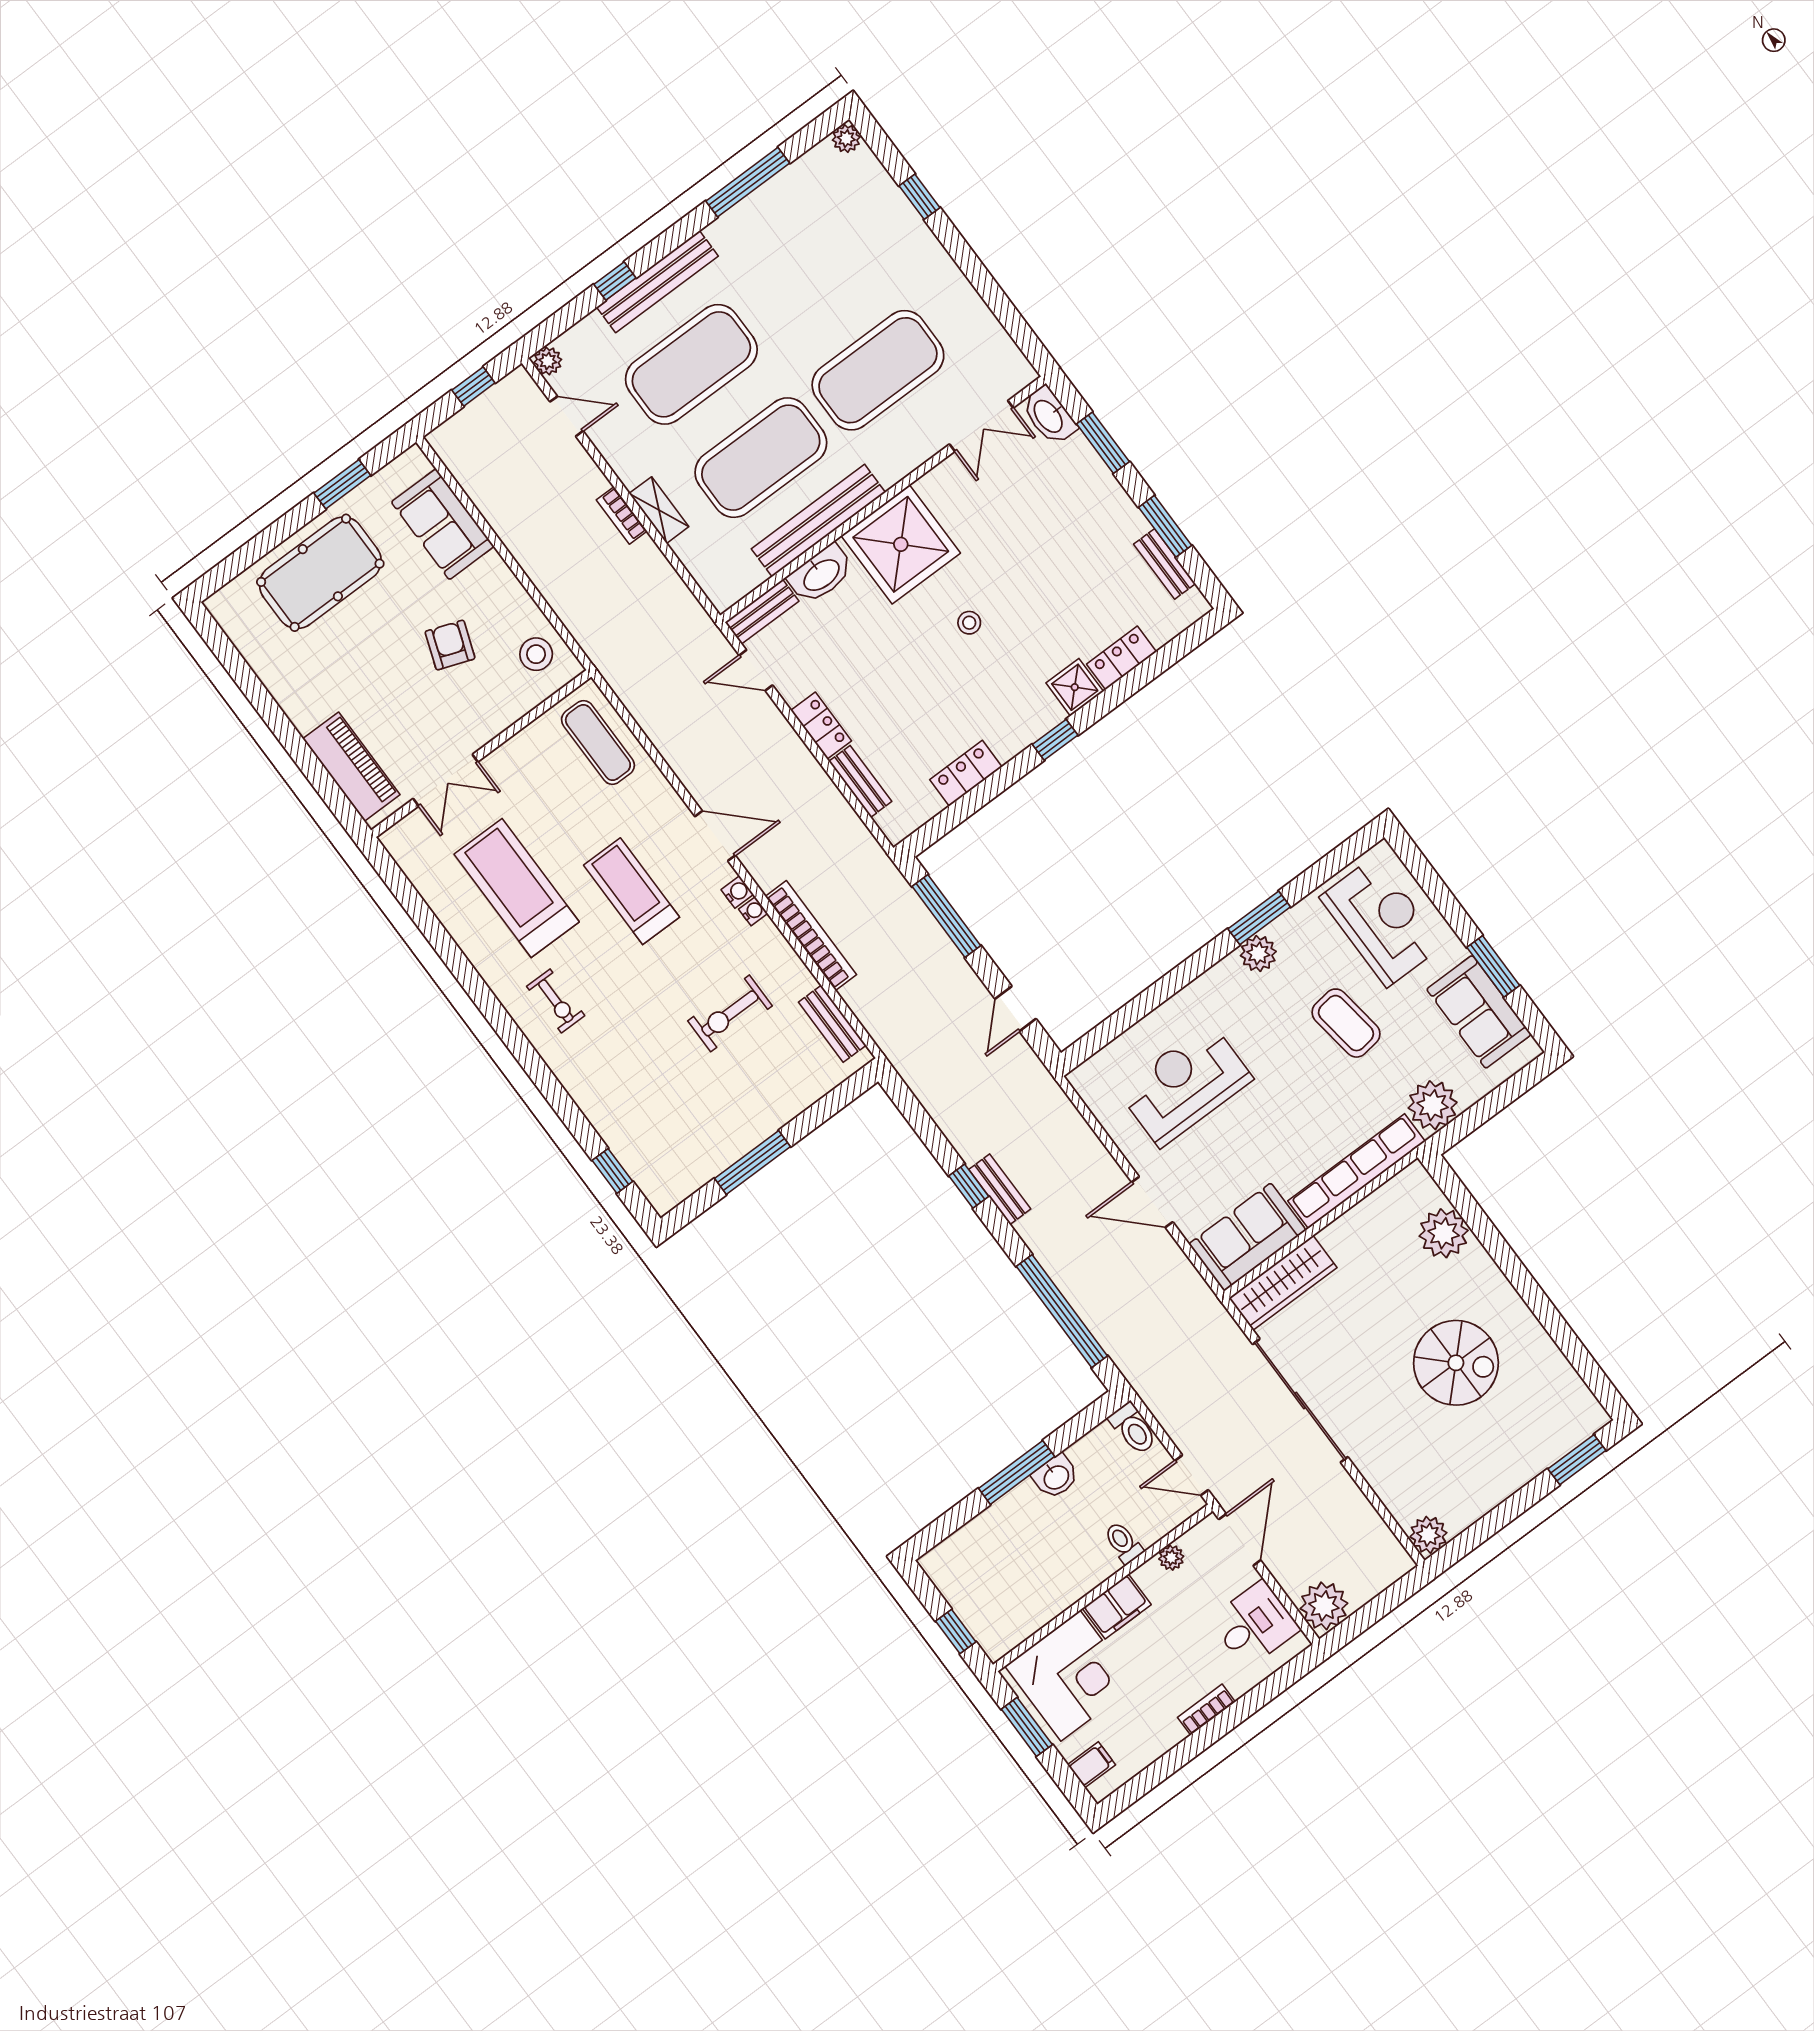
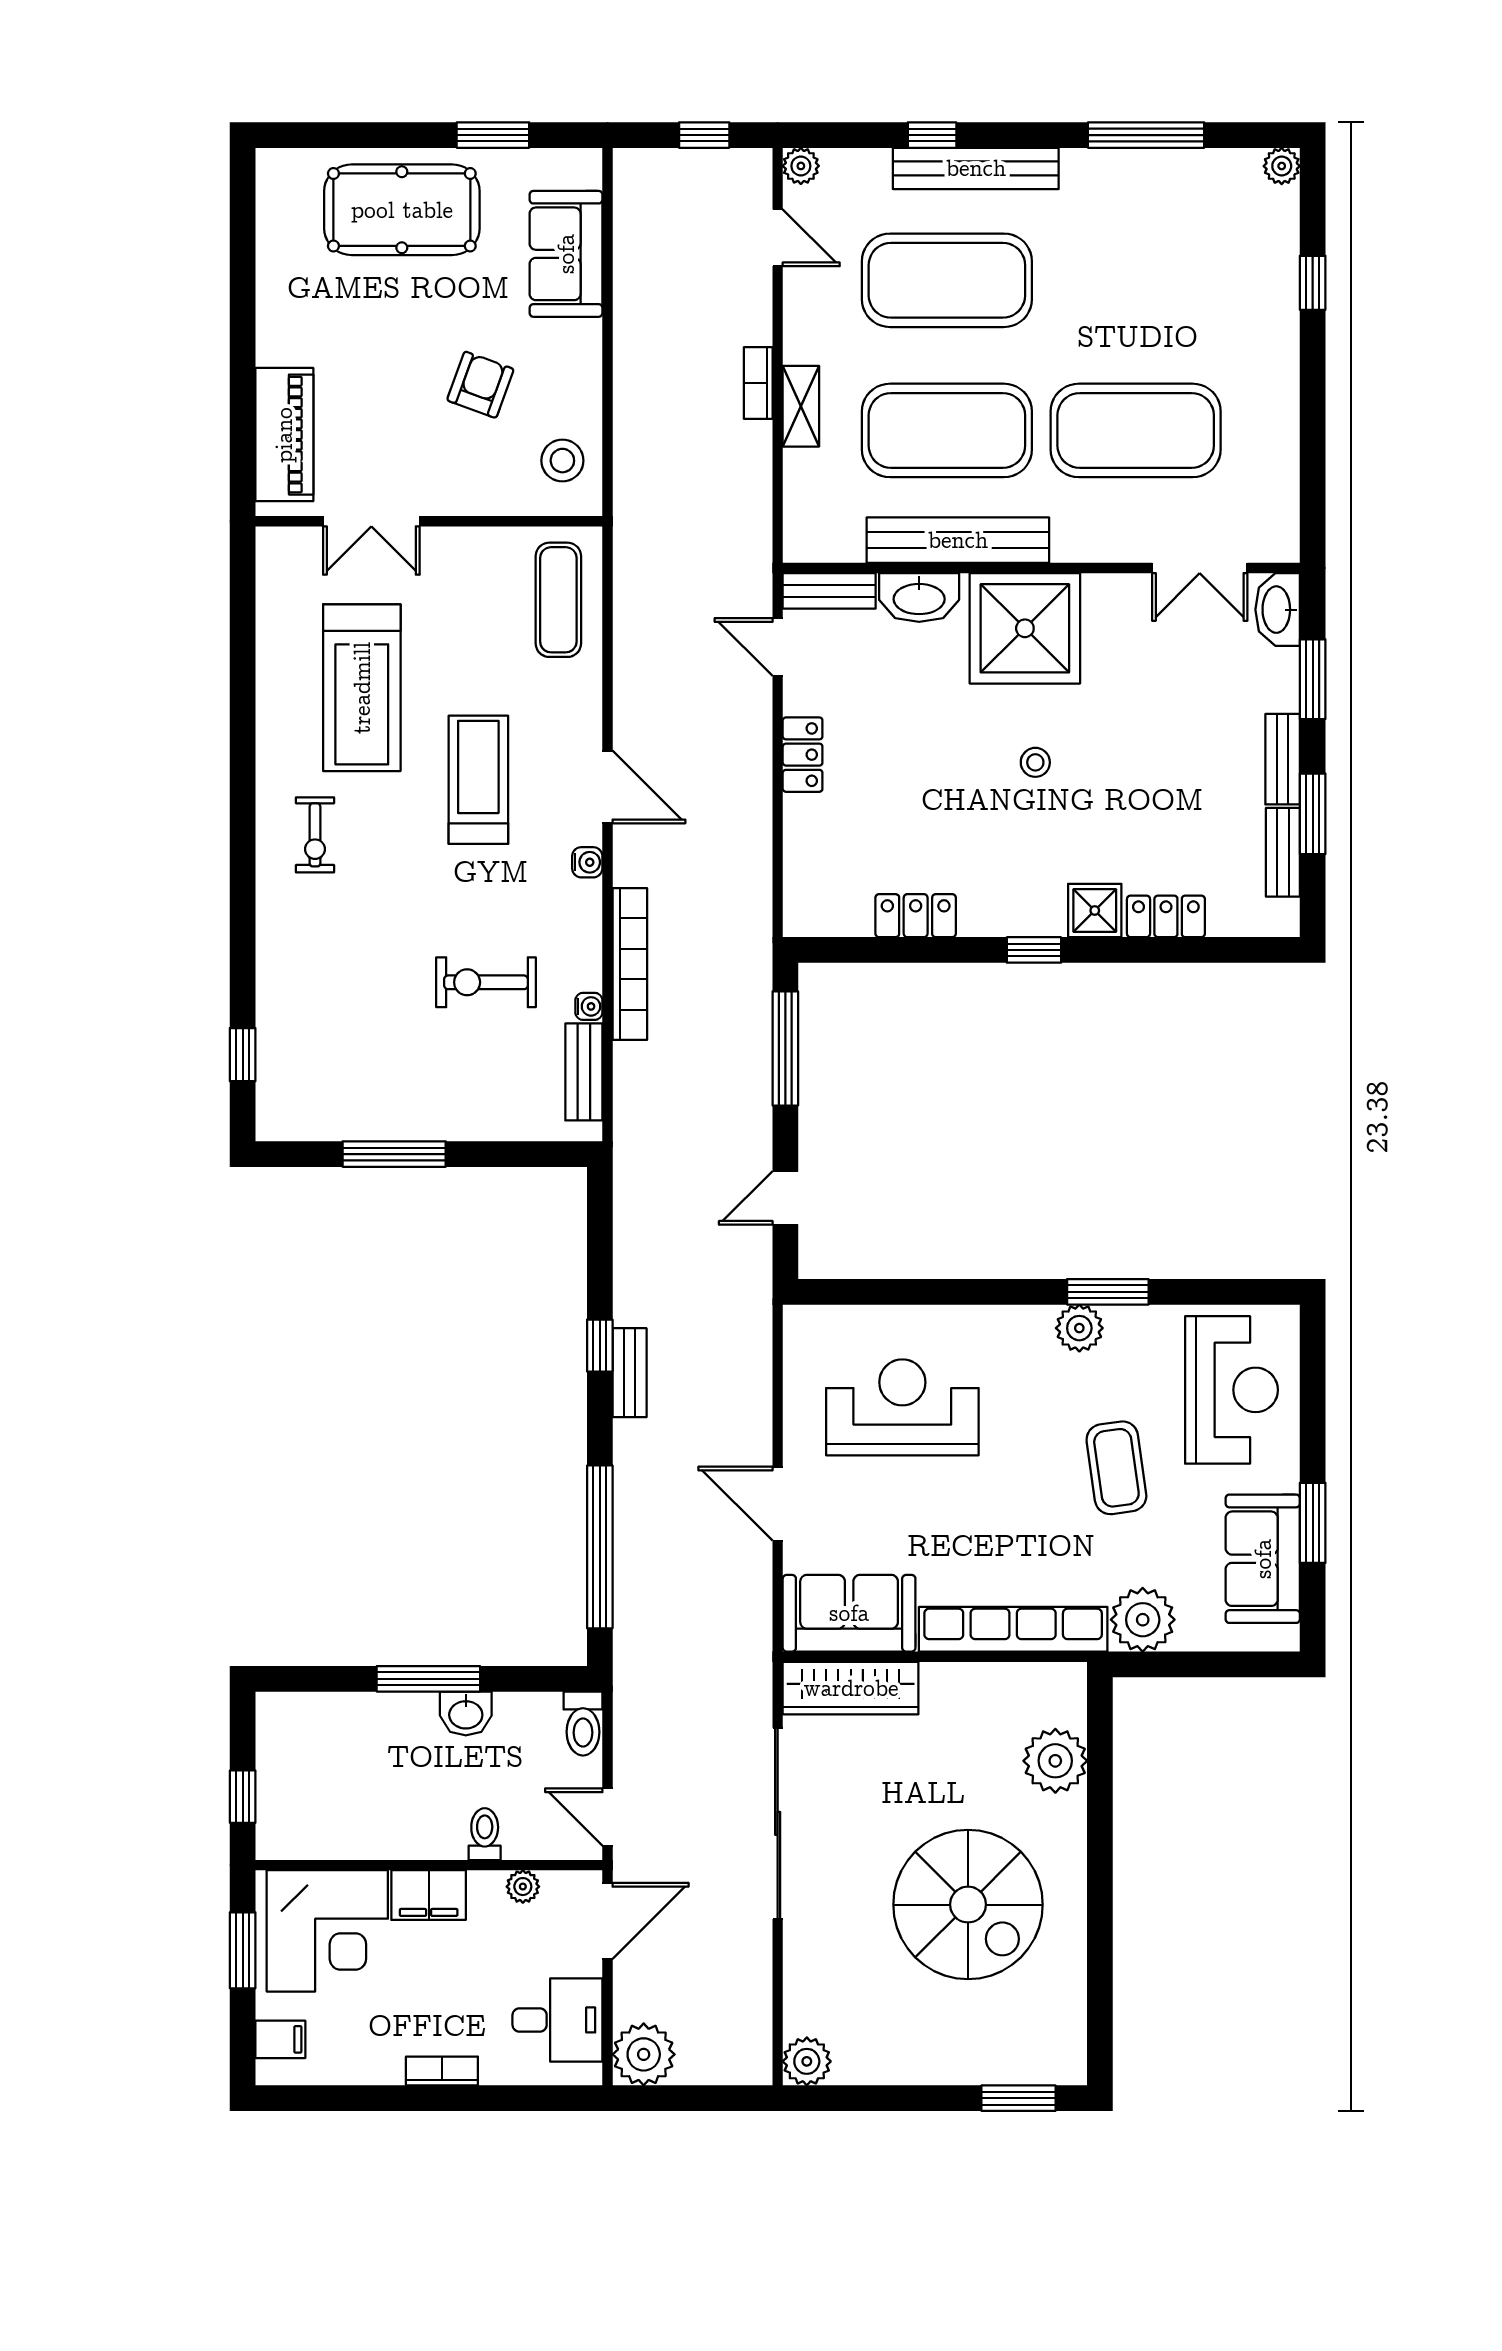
bench: (860, 781) -> (1283, 759), moved
treadmill: (517, 888) -> (362, 688), turned 180
water cooler: (753, 911) -> (589, 1006), moved
spiral stairs: (1456, 1363) -> (968, 1905), width x1.37, depth x1.37

